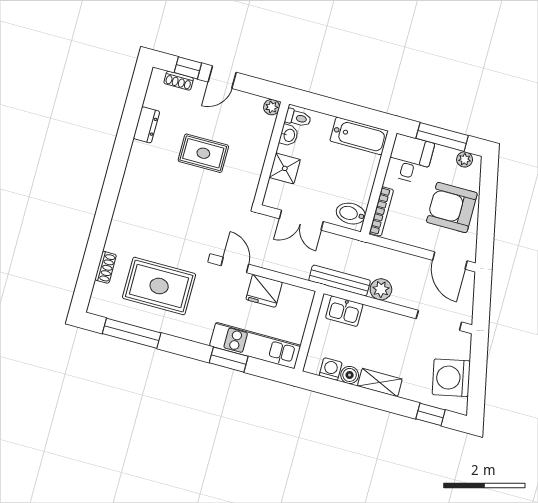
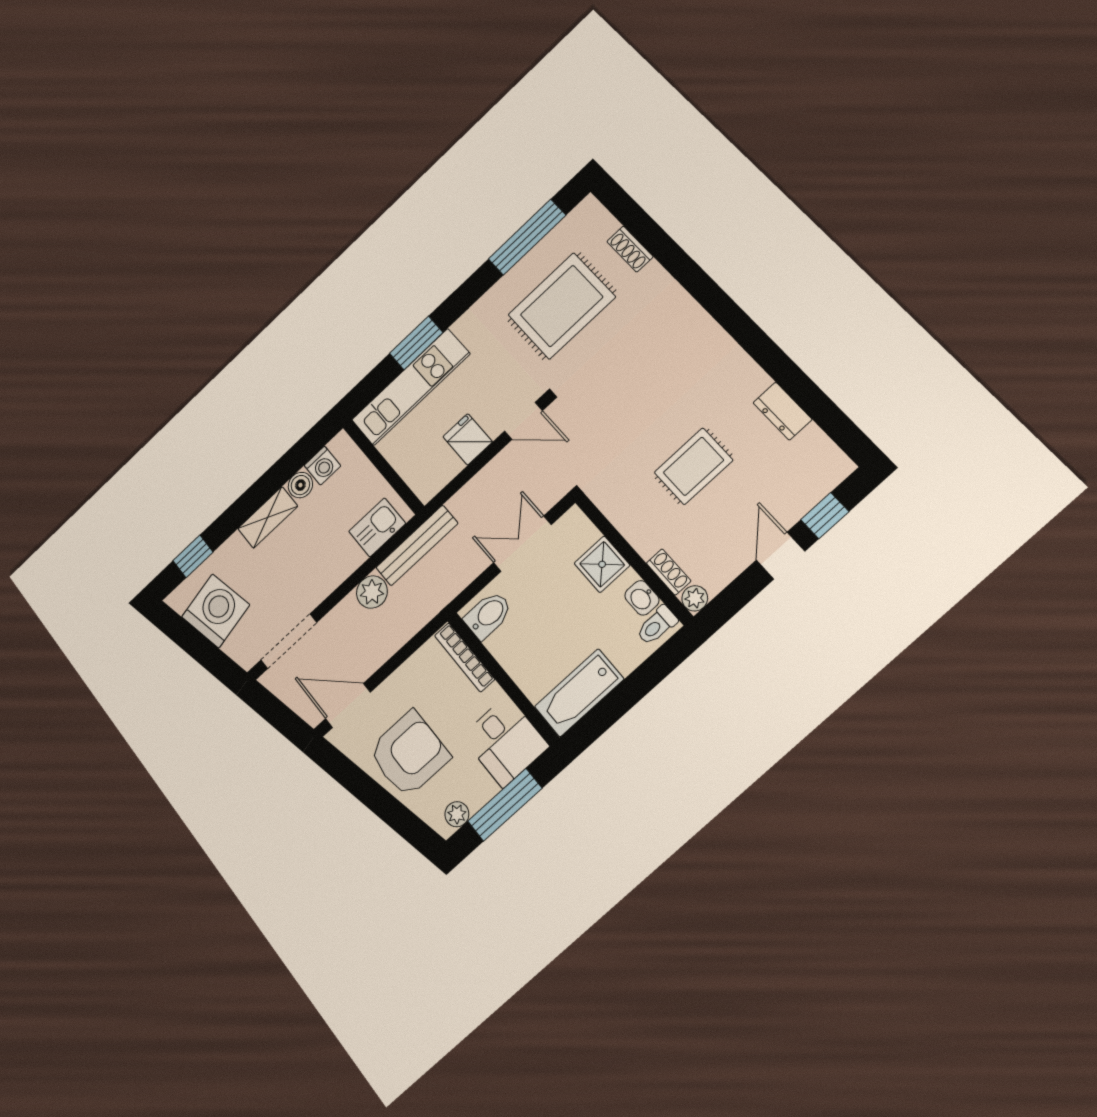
shoe rack: (179, 81) -> (669, 572), moved, turned 90
fridge: (264, 291) -> (468, 439), width x0.72

